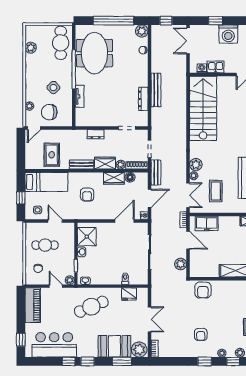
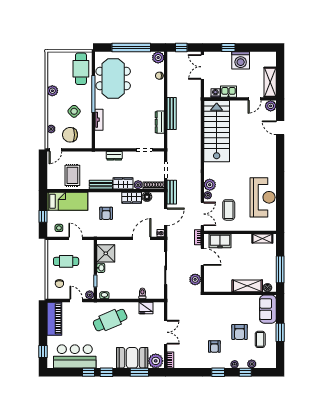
plant: (31, 48) -> (52, 91), moved
armchair: (203, 290) -> (240, 332), moved

